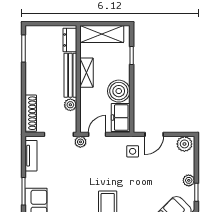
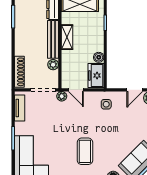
boiler: (119, 91) -> (99, 57), width x0.54, depth x0.54
door: (97, 134) -> (76, 90), swing flipped
door: (154, 134) -> (135, 90), moved

